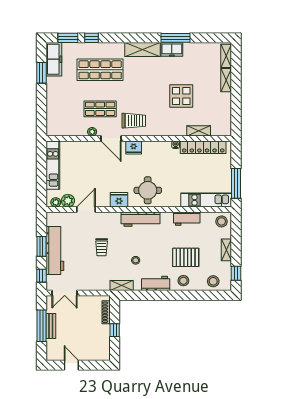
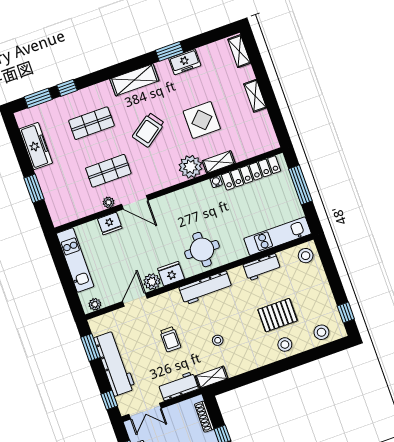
window: (175, 38) -> (169, 51), width x0.69
freezer: (172, 49) -> (185, 62), moved
freezer: (54, 59) -> (36, 146), moved
shop shelf: (100, 70) -> (91, 123), width x0.70, depth x0.74
window: (41, 73) -> (34, 189), moved
shelving: (226, 80) -> (255, 96), moved
trolley: (134, 121) -> (148, 130), moved, turned 144
plant: (161, 127) -> (190, 167), added
shelving: (199, 131) -> (219, 162), moved
fridge: (134, 148) -> (110, 224), moved
window: (236, 183) -> (300, 185), moved
plant: (68, 201) -> (152, 282), moved
window: (41, 246) -> (91, 347), moved
shelving: (226, 250) -> (324, 288), removed
workbench: (156, 283) -> (178, 386), moved

